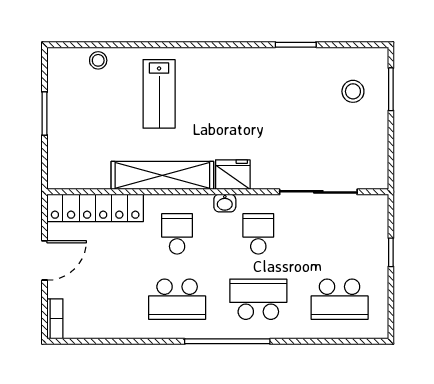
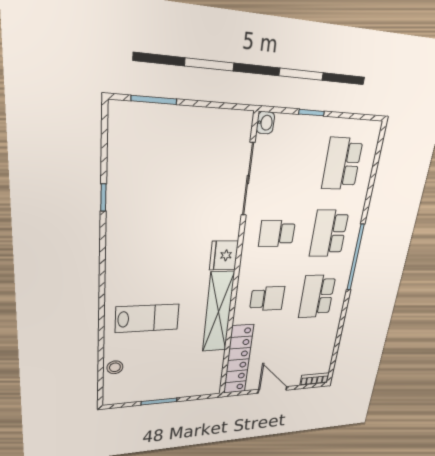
window: (296, 45) -> (103, 198), width x0.67
stool: (353, 91) -> (154, 141), removed
washbasin: (225, 203) -> (265, 123), moved
school desk: (177, 234) -> (267, 299), turned 180
school desk: (177, 299) -> (317, 296), turned 180
school desk: (340, 299) -> (342, 164), turned 180

